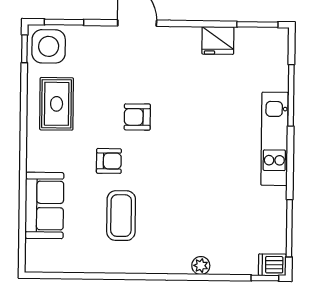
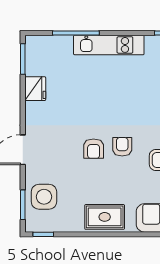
side table: (49, 46) -> (44, 197), moved
rug: (57, 104) -> (105, 217), moved
armchair: (109, 161) -> (122, 147), moved

